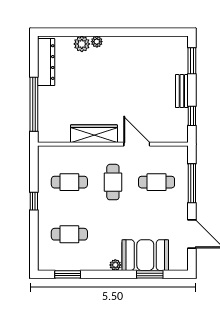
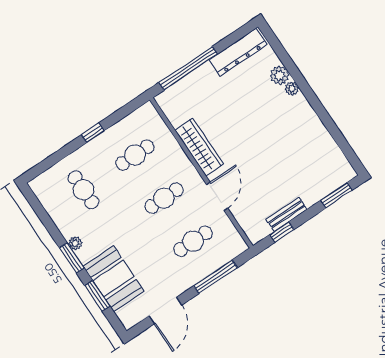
bench: (182, 91) -> (287, 214), moved
cafe table: (69, 182) -> (135, 155), turned 90
cafe table: (157, 182) -> (193, 241), turned 90
plant: (115, 265) -> (75, 243), moved
window: (68, 274) -> (72, 258), moved

